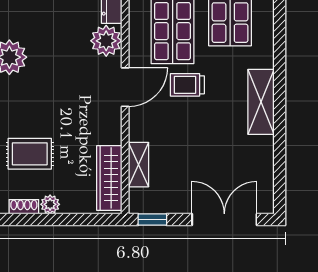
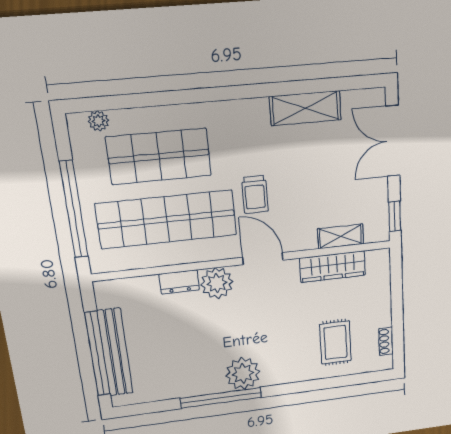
shelving: (261, 102) -> (305, 108), moved
wardrobe: (109, 178) -> (333, 267), moved
plant: (50, 204) -> (383, 317), removed

